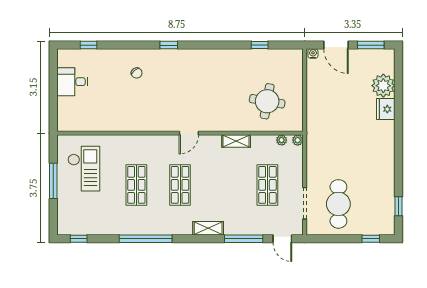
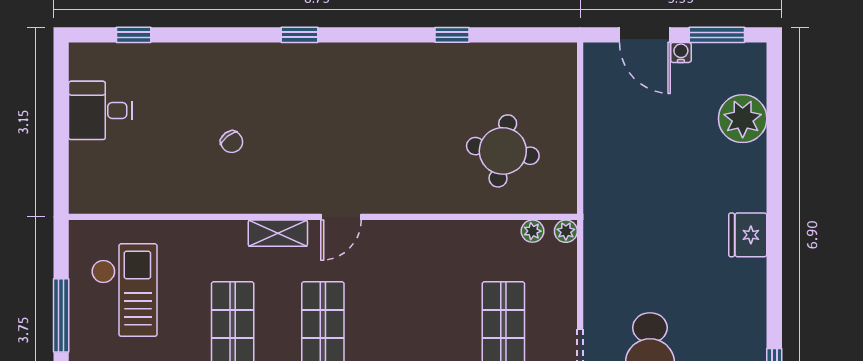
window: (260, 45) -> (452, 35), moved
water cooler: (313, 54) -> (681, 52), moved
chair: (137, 73) -> (232, 142), moved
fridge: (386, 109) -> (748, 235), moved
shelving: (236, 141) -> (278, 233), moved

